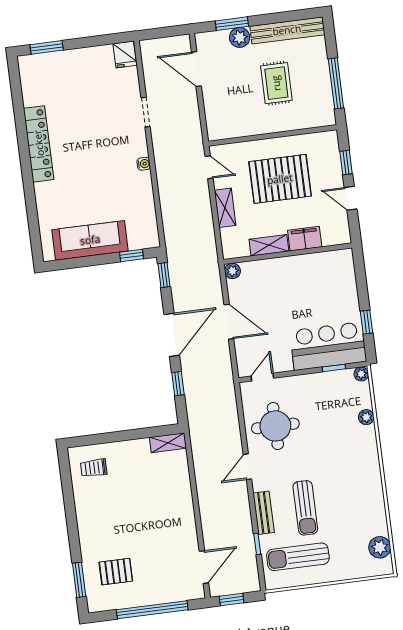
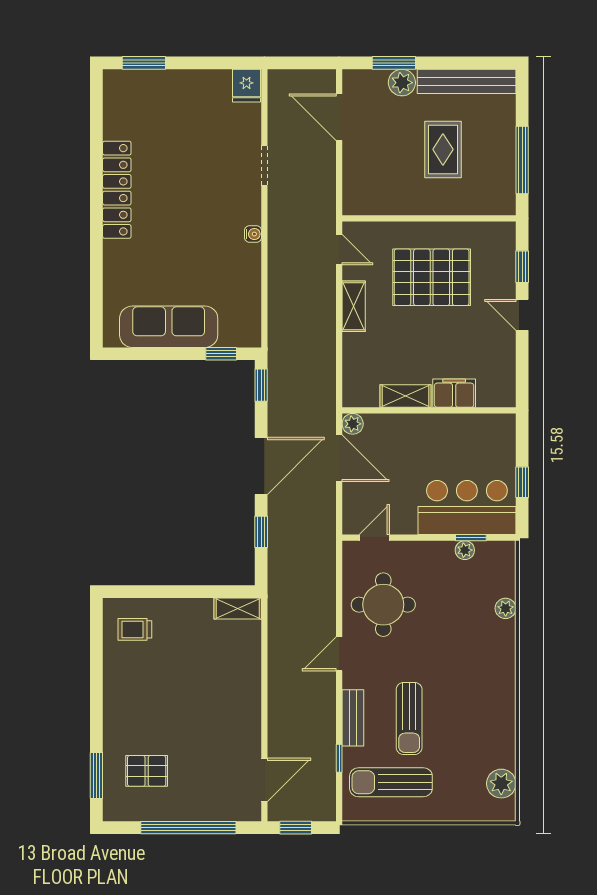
filing cabinet: (305, 239) -> (454, 393), moved
shelving: (269, 245) -> (405, 396), moved
wall: (288, 254) -> (429, 410), moved
plant: (232, 271) -> (353, 424), moved
plant: (361, 374) -> (465, 550), moved

